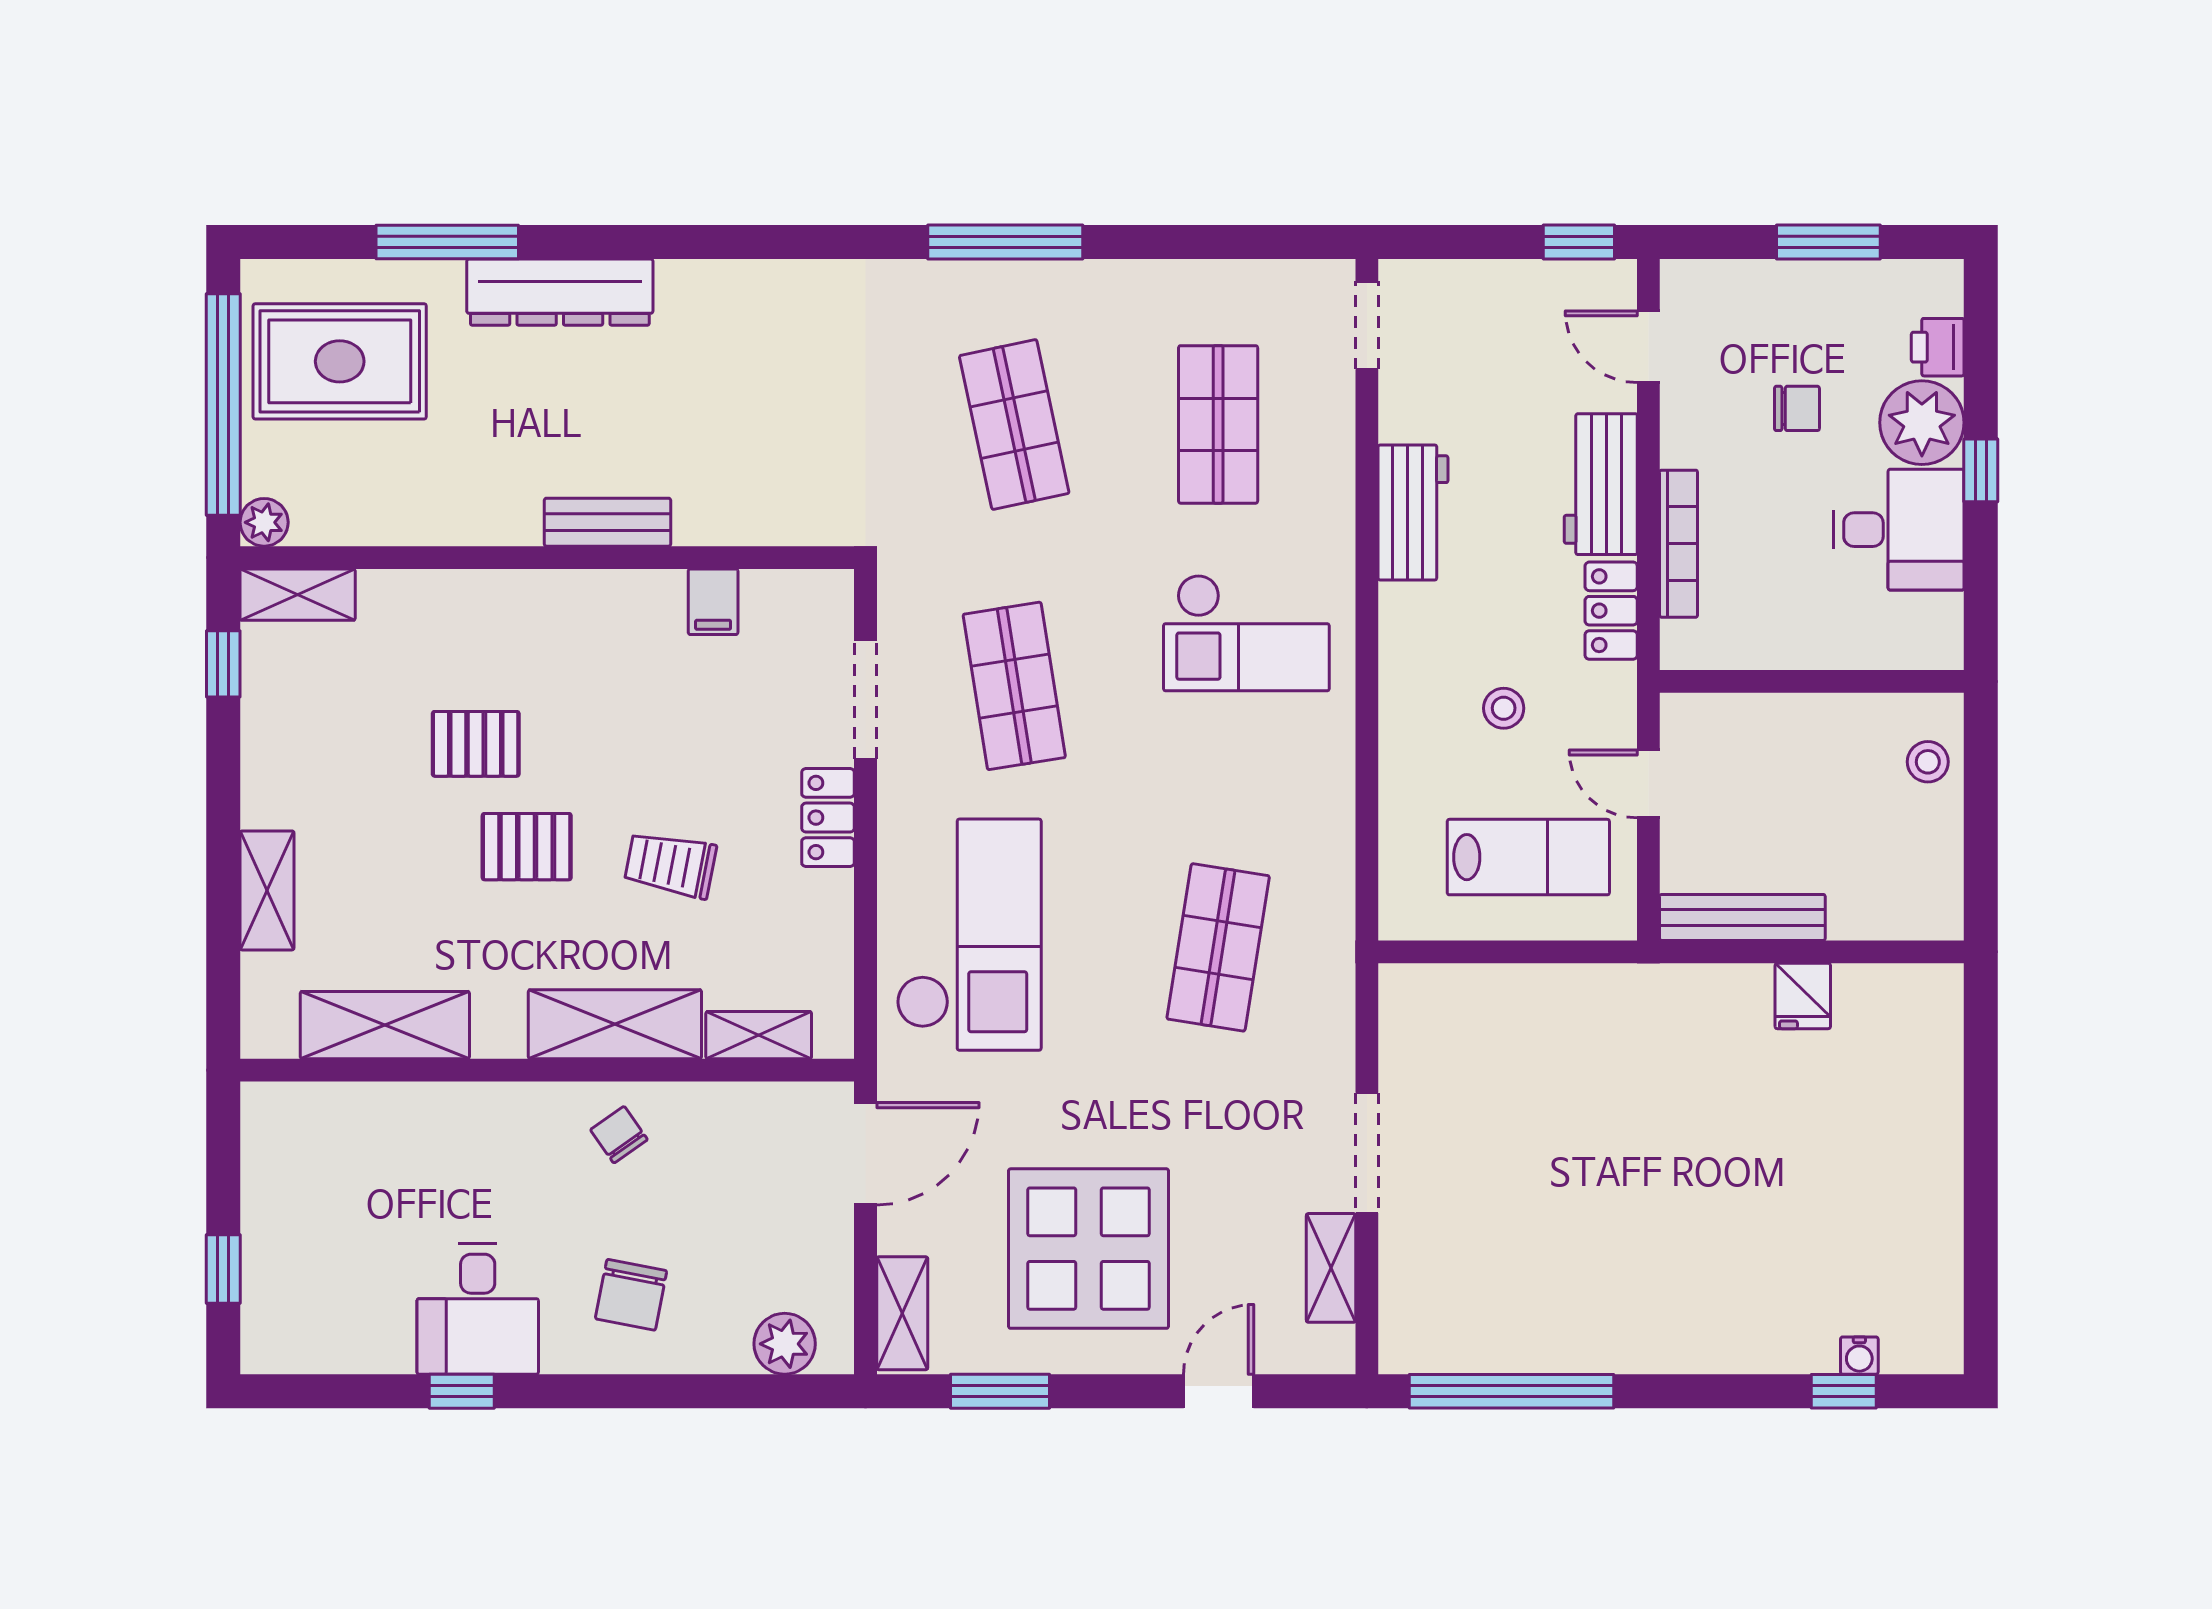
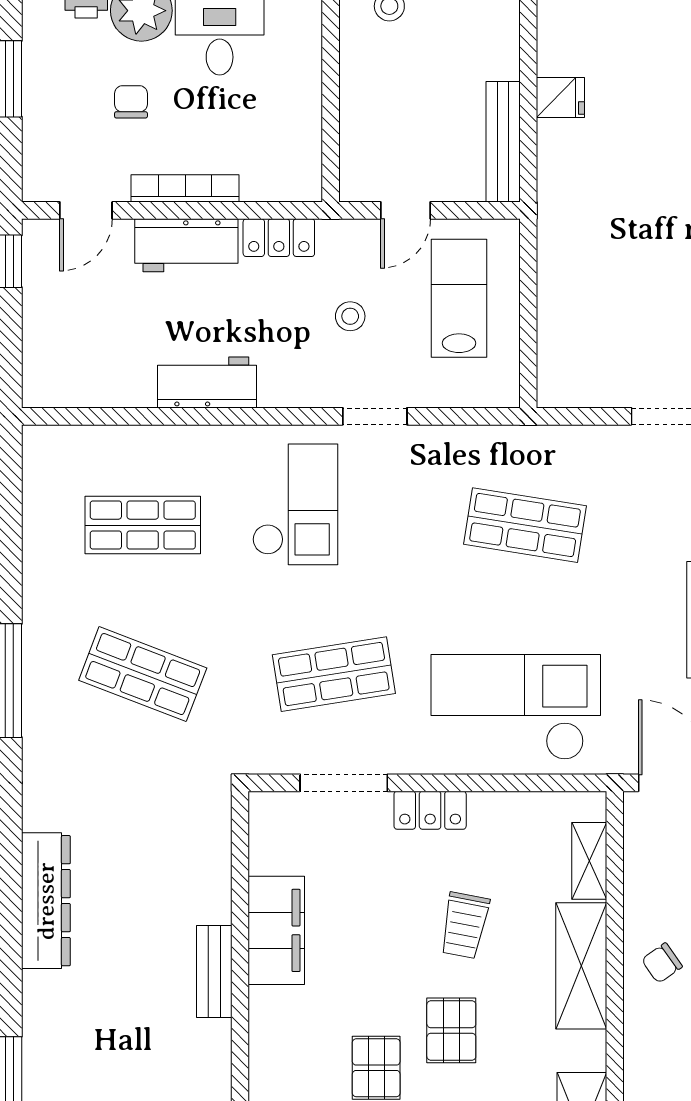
dresser: (560, 292) -> (46, 901), moved
doorway: (1367, 325) -> (375, 416), moved
shop shelf: (1014, 424) -> (143, 674), turned 33
bookcase: (1679, 544) -> (185, 188), moved
filing cabinet: (713, 602) -> (276, 930), width x3.00, depth x1.17

